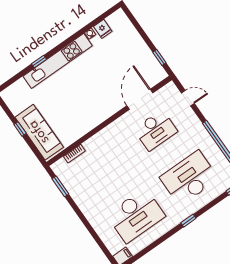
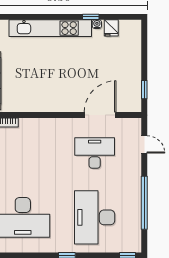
window: (39, 62) -> (91, 17), moved
desk: (156, 130) -> (95, 153), turned 180
desk: (189, 178) -> (95, 217), turned -90

